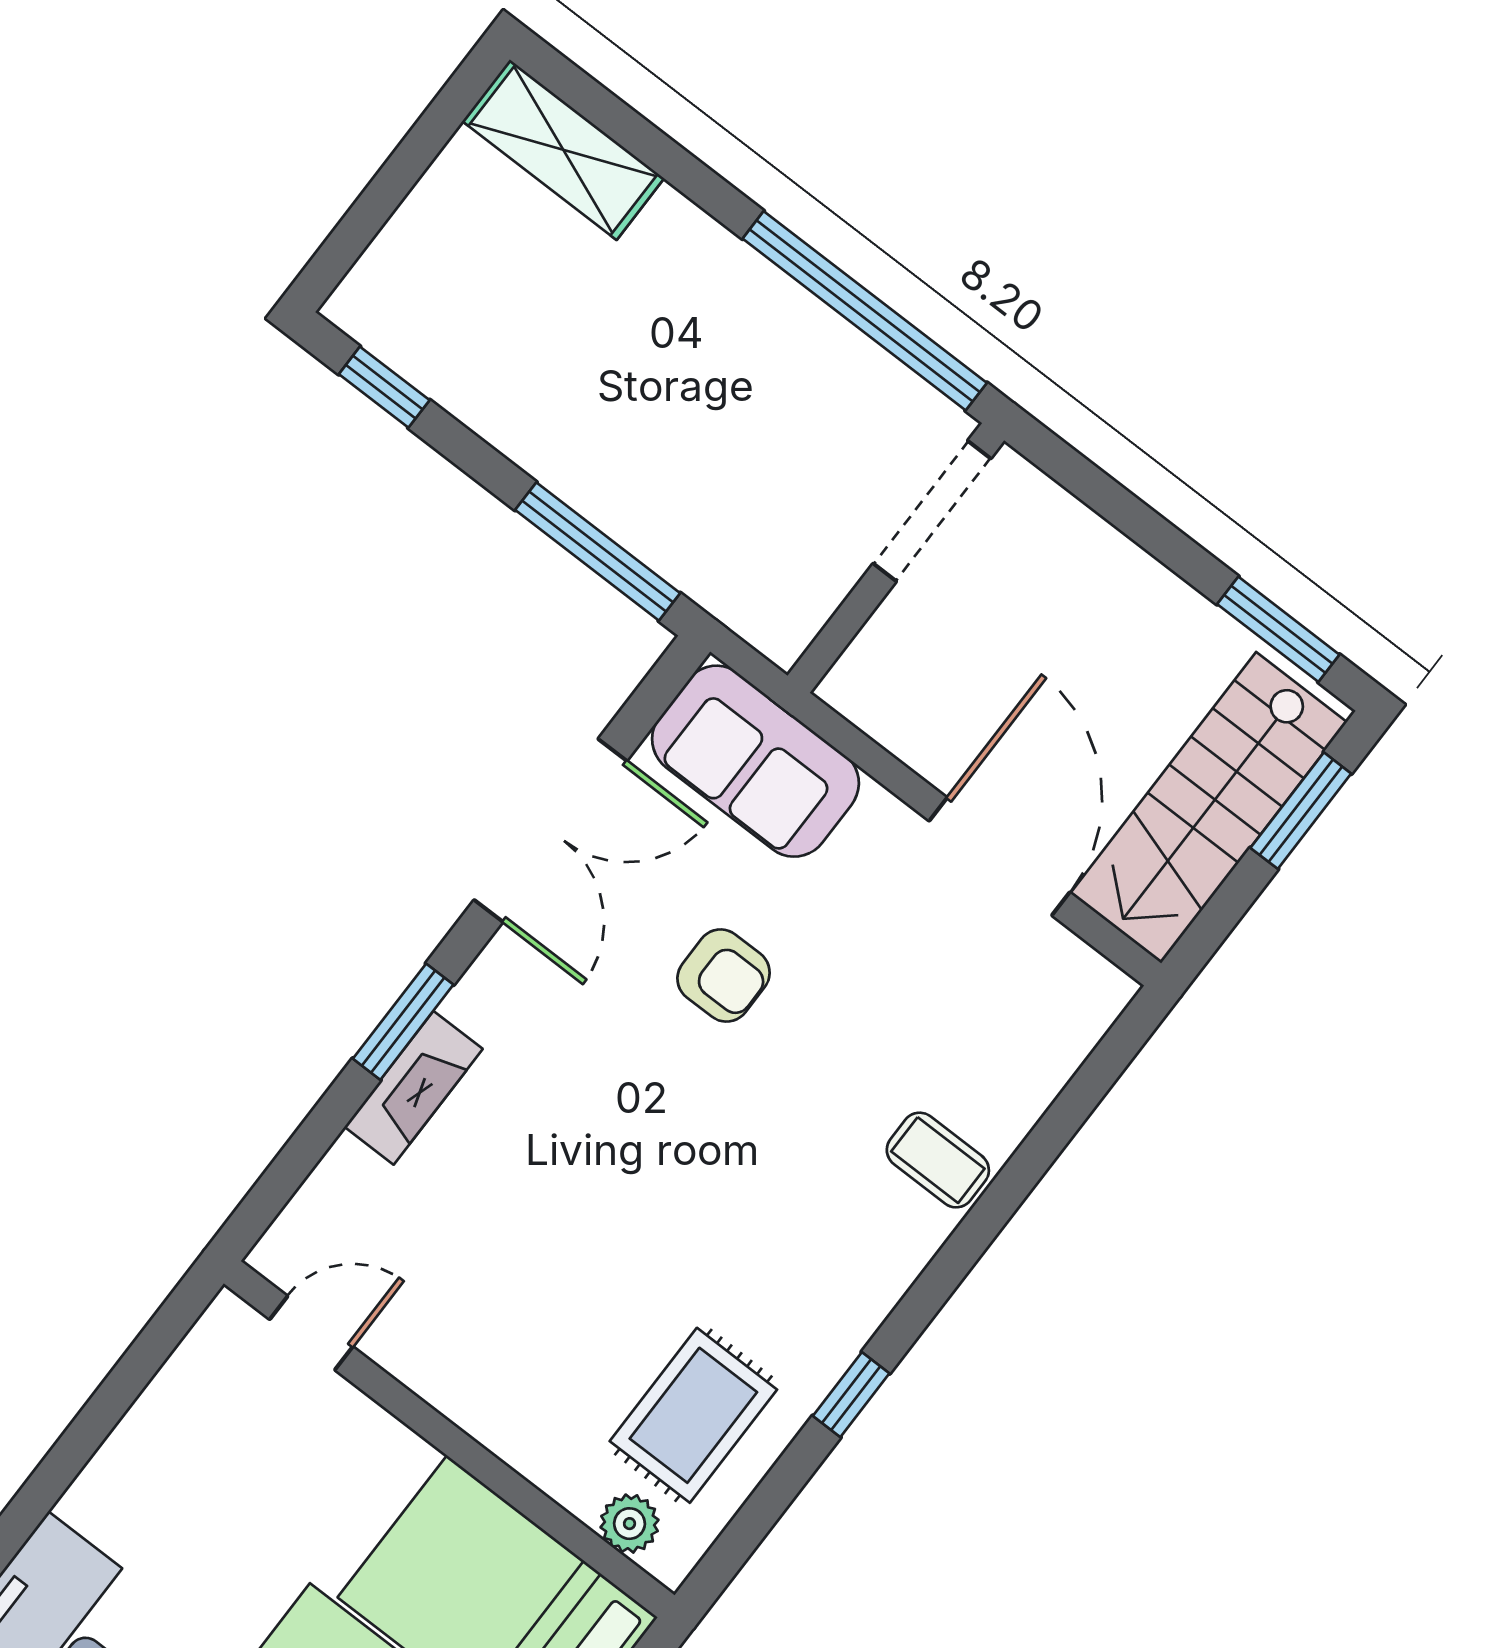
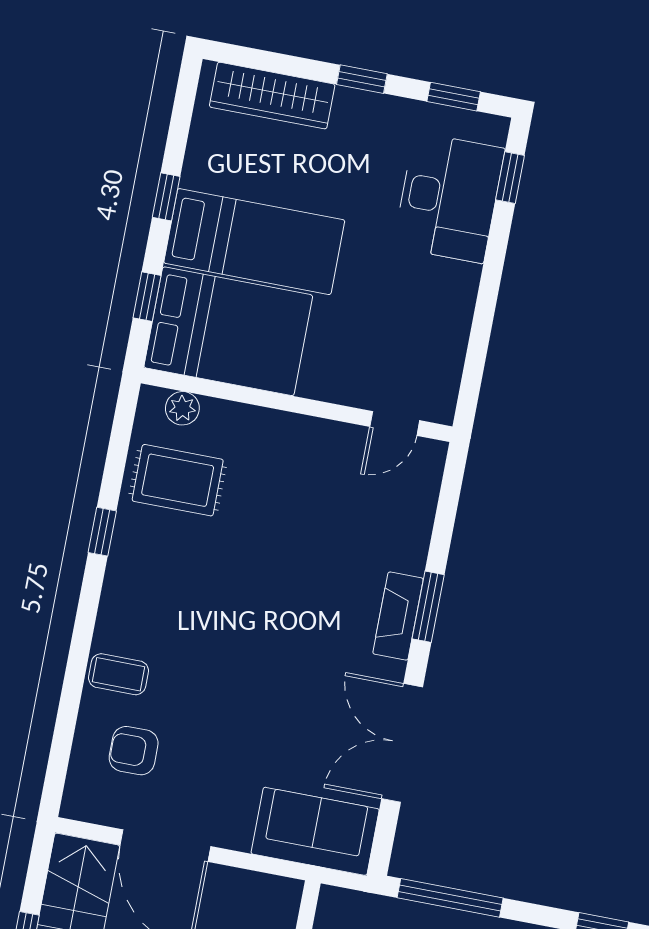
armchair: (724, 976) -> (134, 751), moved
fireplace: (413, 1088) -> (398, 616), moved
rug: (693, 1415) -> (178, 480), turned 90

